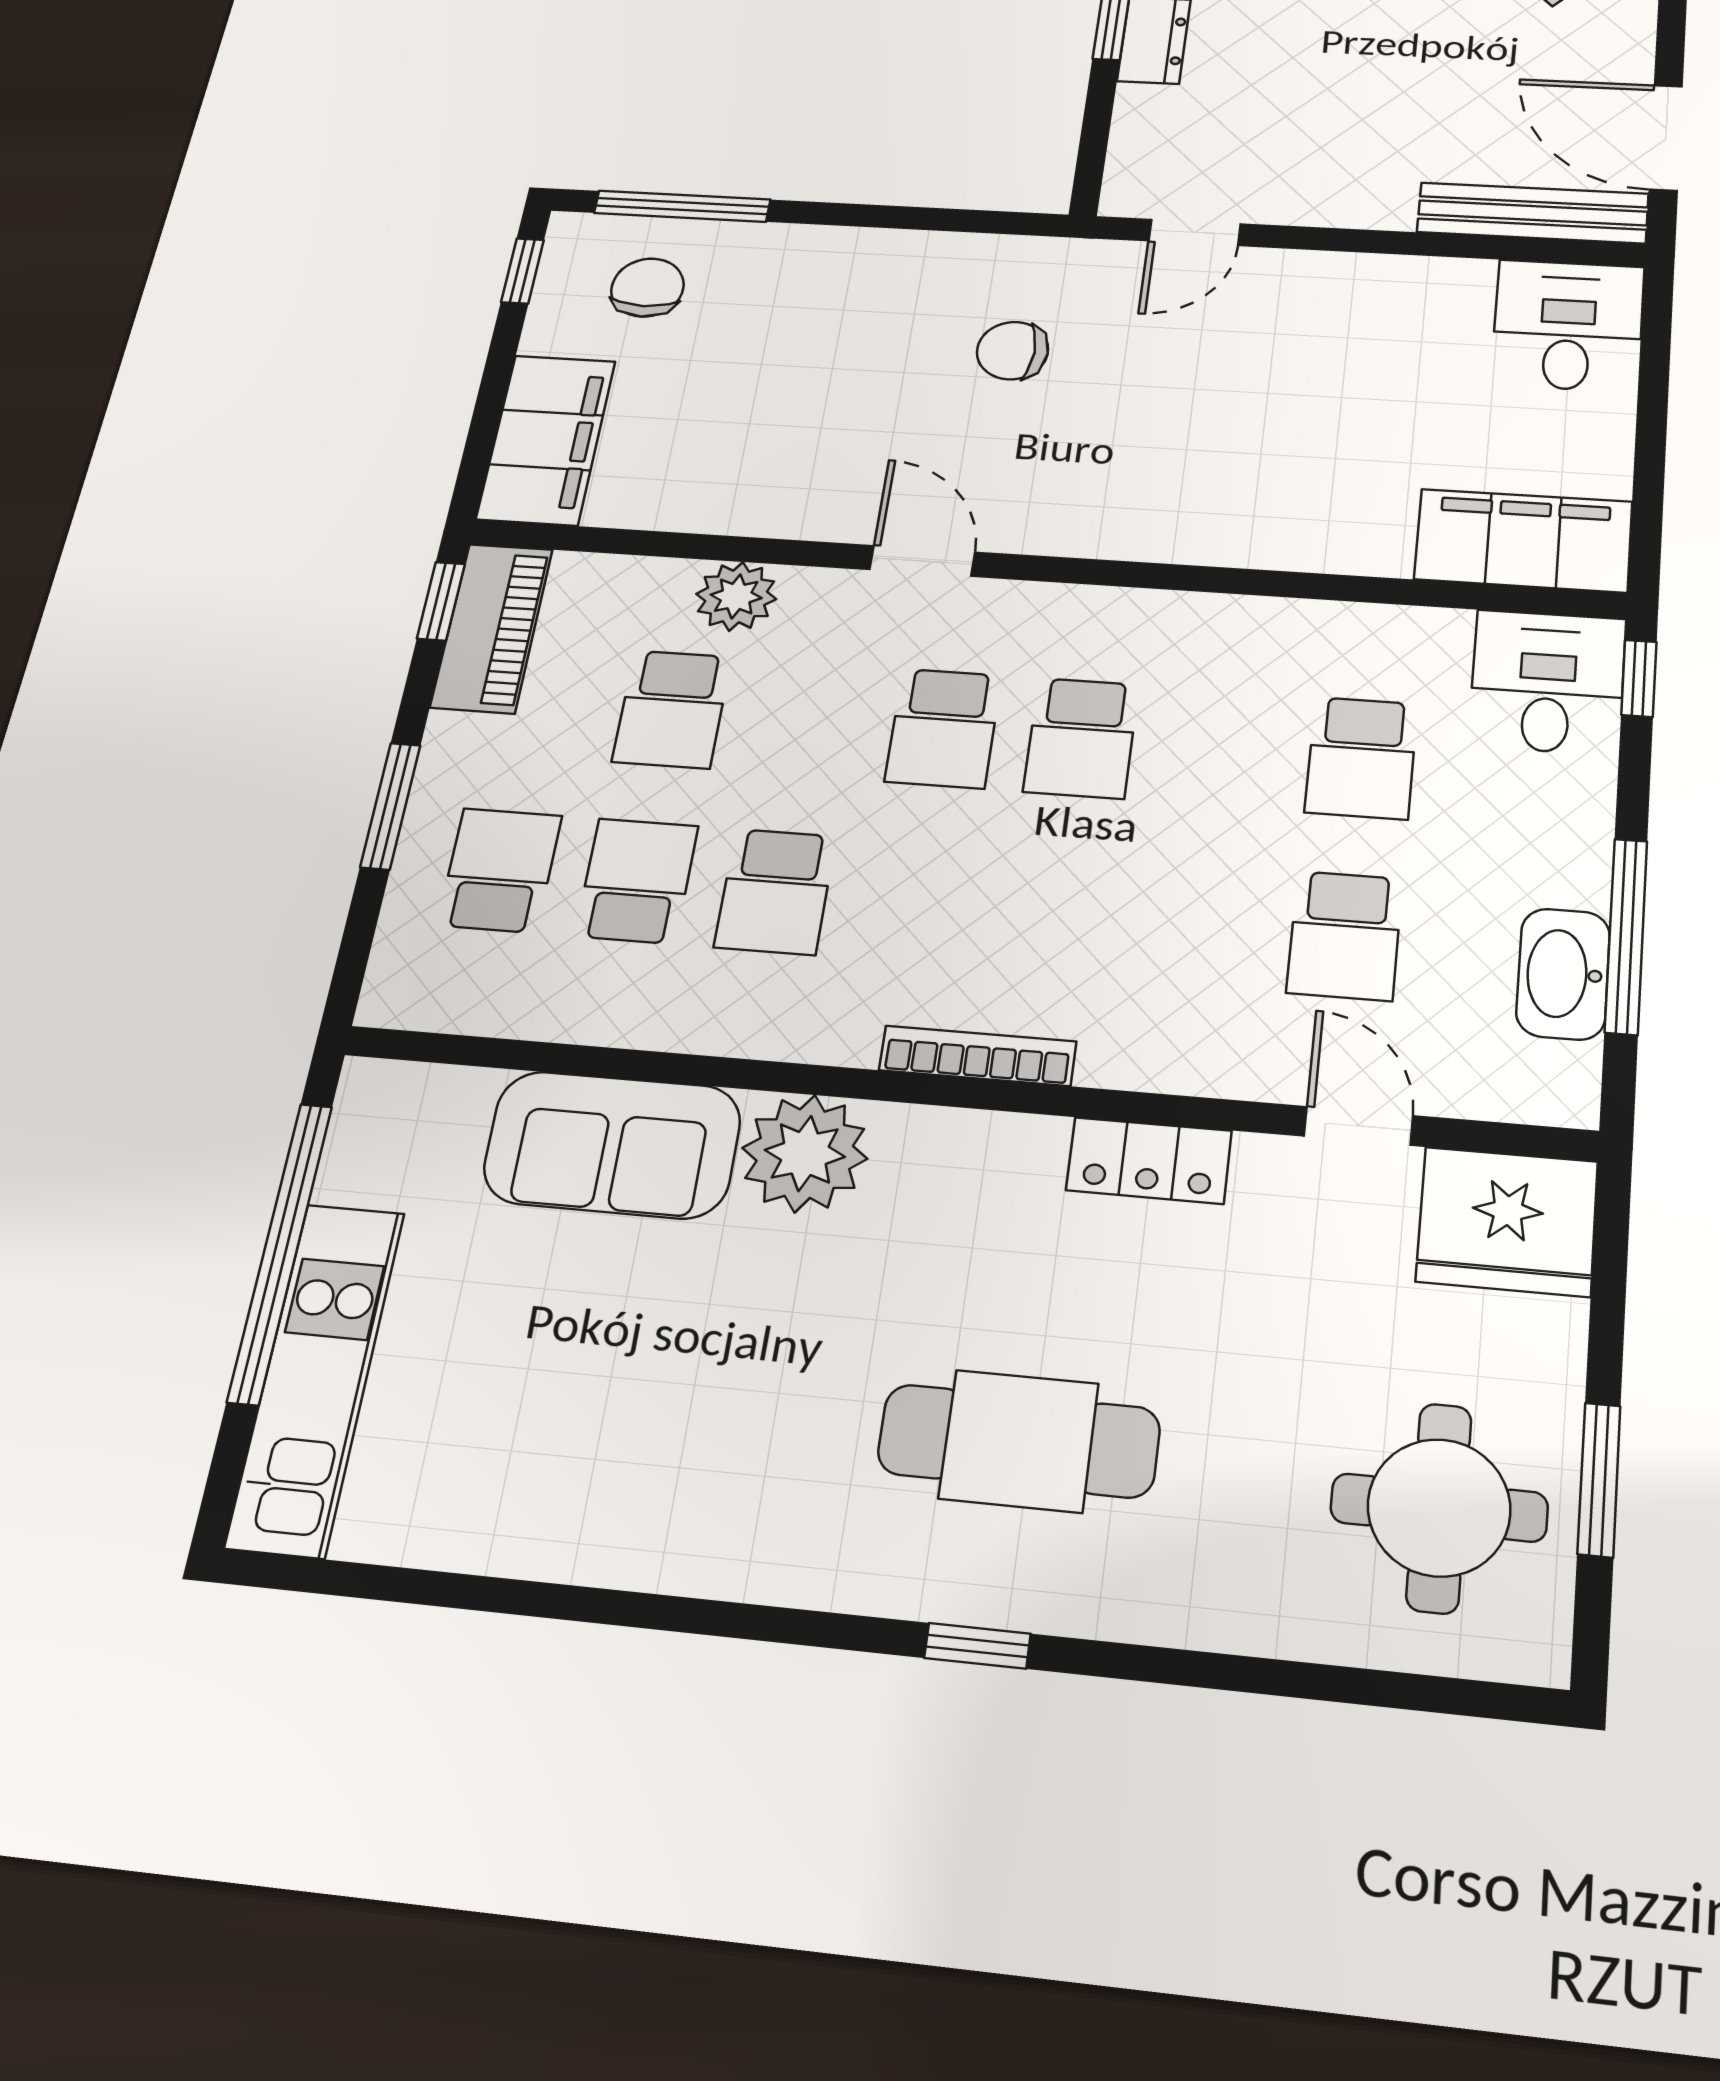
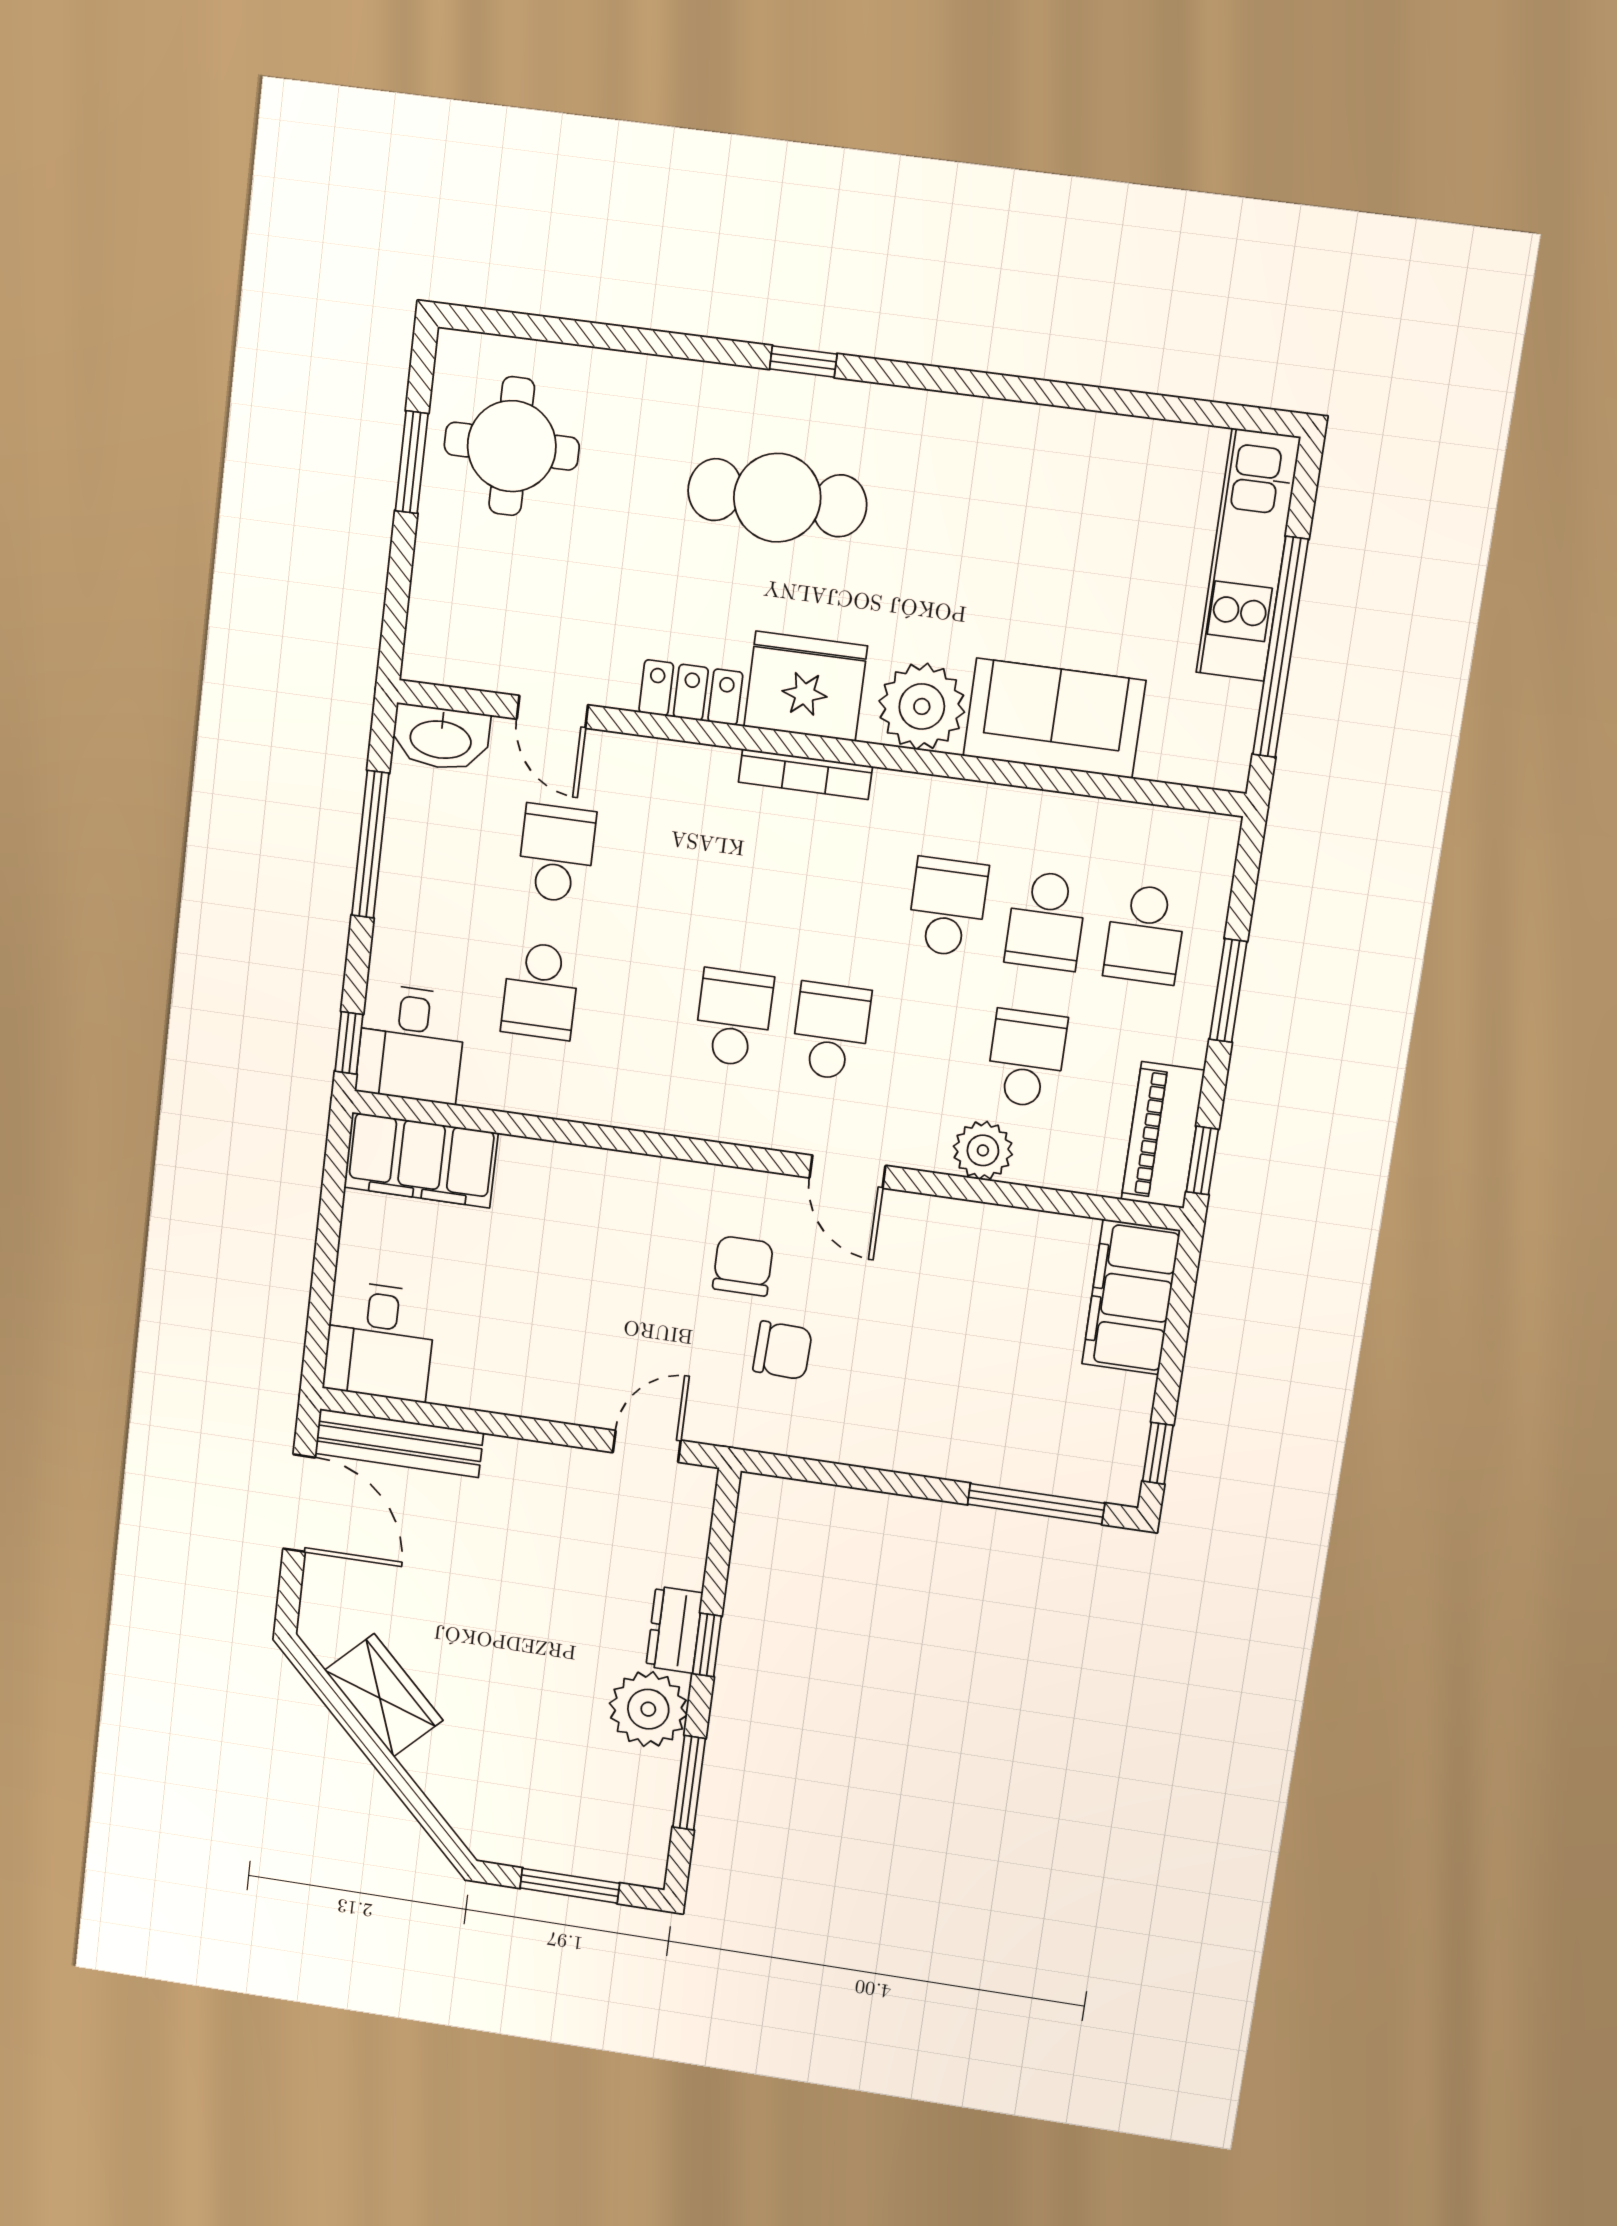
chair: (647, 288) -> (743, 1266), moved, turned 180
school desk: (1361, 758) -> (540, 991), turned 180
washbasin: (1563, 974) -> (441, 738), moved, turned 90
fridge: (1507, 1221) -> (806, 686), moved

